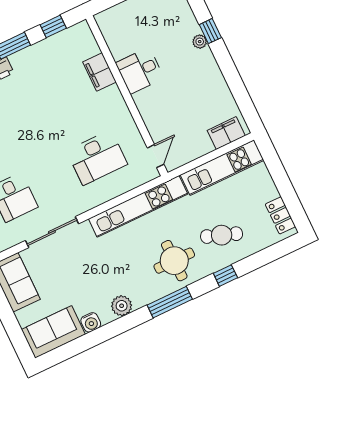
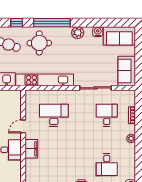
filing cabinet: (99, 72) -> (31, 149), moved
door: (156, 156) -> (23, 126), moved
window: (170, 302) -> (52, 23), width x1.46

